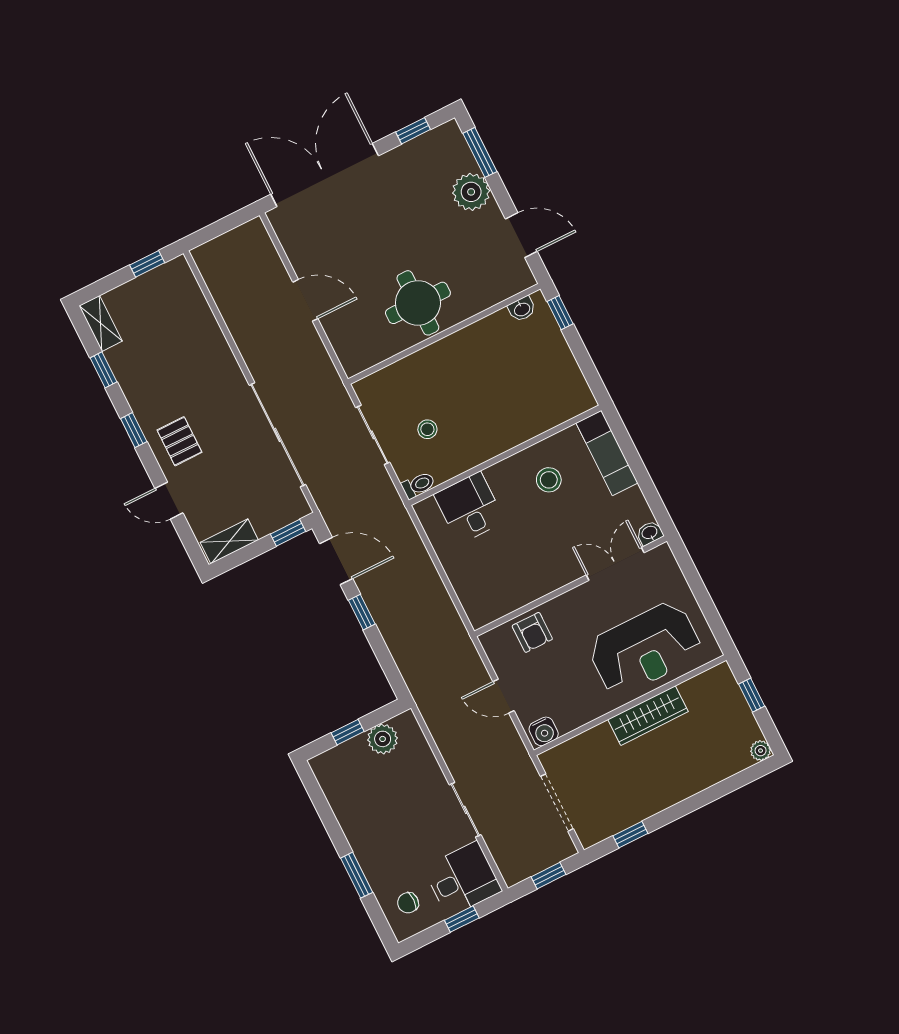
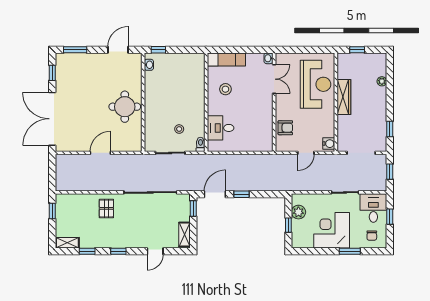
plant: (471, 192) -> (90, 62), removed
pallet: (179, 441) -> (106, 208), moved, turned 90
double door: (615, 564) -> (274, 79), swing flipped
plant: (761, 751) -> (382, 81), moved
corner desk: (379, 820) -> (332, 230), added

